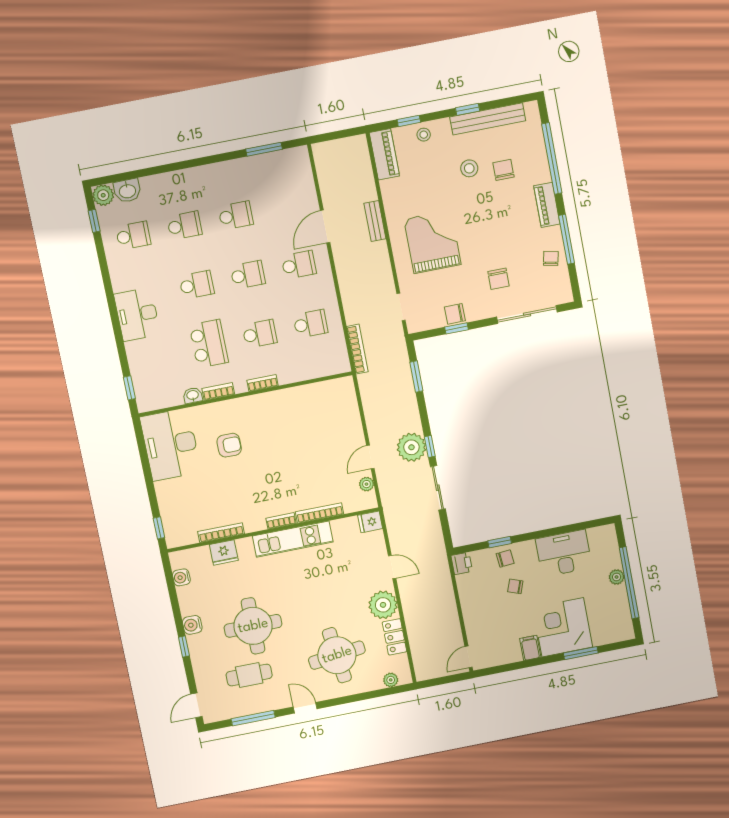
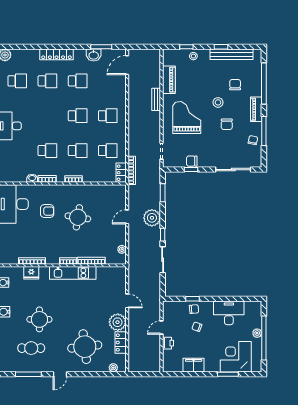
piano: (384, 154) -> (169, 80), moved
stool: (469, 168) -> (218, 102), moved
locker: (191, 177) -> (56, 54), added
washbasin: (127, 191) -> (94, 55), moved
door: (325, 227) -> (127, 65), moved
chair: (499, 279) -> (227, 124), moved
school desk: (197, 285) -> (47, 116), removed
school desk: (209, 344) -> (47, 151), width x0.54
locker: (340, 357) -> (121, 173), added
round table: (283, 445) -> (78, 217), added
plant: (411, 447) -> (152, 218), moved
door: (370, 457) -> (127, 217), moved
fridge: (370, 522) -> (120, 272), removed
printer: (462, 563) -> (168, 343), moved
round table: (253, 626) -> (39, 319), width x0.73, depth x0.73
corner desk: (563, 627) -> (236, 357), moved
filing cabinet: (530, 648) -> (194, 365), width x2.00
door: (469, 657) -> (162, 327), moved
door: (305, 708) -> (60, 374), swing flipped

